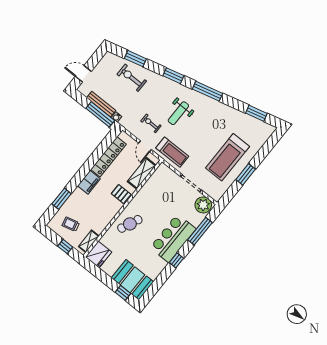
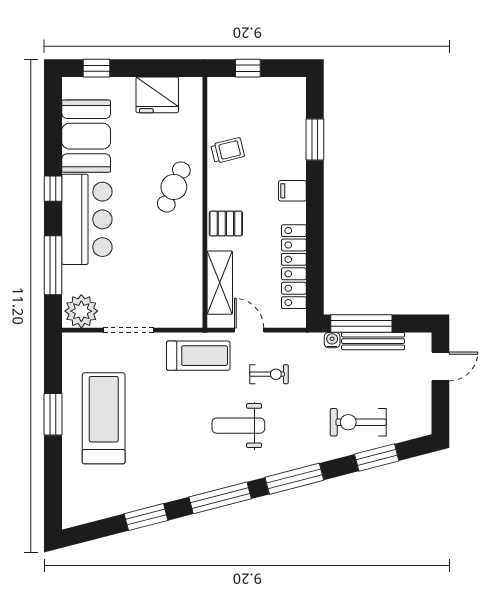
window: (173, 76) -> (294, 479), width x1.44
exercise bike: (132, 78) -> (358, 422), turned 180
weight bench: (178, 113) -> (238, 426), turned -90
window: (256, 113) -> (146, 517), moved
treadmill: (172, 152) -> (198, 356), turned 180
filing cabinet: (89, 182) -> (292, 191), width x0.50
trolley: (71, 224) -> (228, 150), moved
shelving: (89, 241) -> (217, 107), removed
fridge: (98, 254) -> (157, 95), moved, turned -90
booth: (132, 280) -> (86, 136), moved, turned 90

